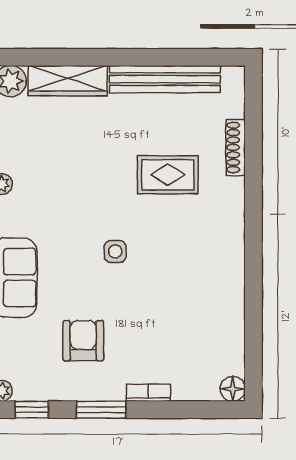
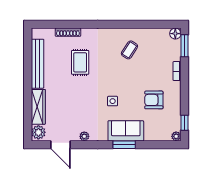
side table: (115, 251) -> (113, 101), moved
coffee table: (196, 286) -> (129, 50), added
window: (101, 410) -> (185, 46), moved

